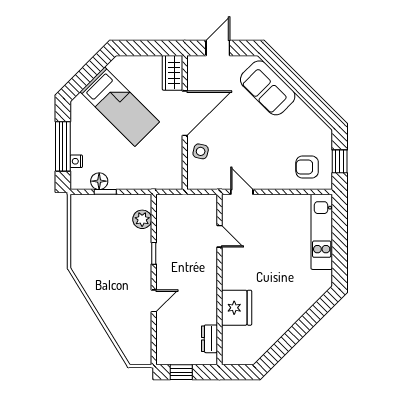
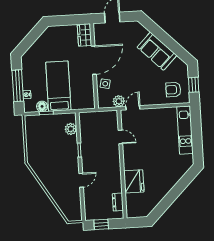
sofa: (268, 88) -> (157, 51), moved
bed: (120, 107) -> (58, 86), moved, turned -135
plant: (220, 180) -> (119, 101), added
door: (242, 192) -> (133, 108), hinge flipped

